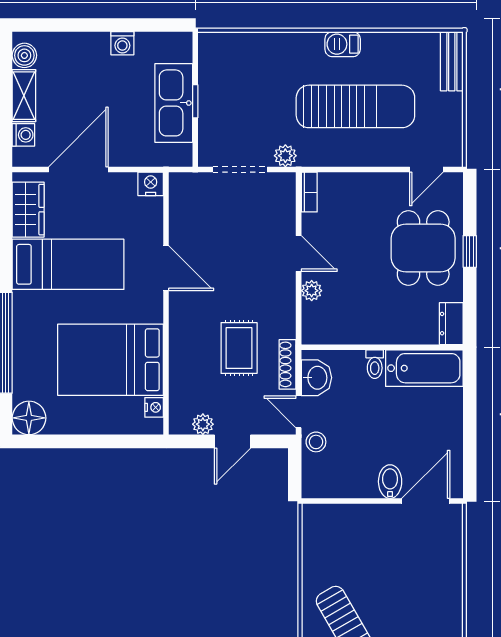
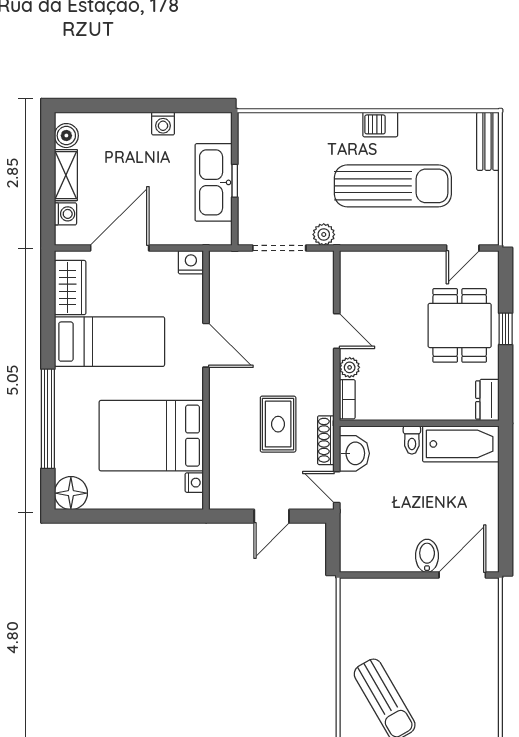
bookcase: (309, 192) -> (347, 399), moved
plant: (203, 424) -> (242, 499), removed
stool: (316, 442) -> (354, 517), removed

